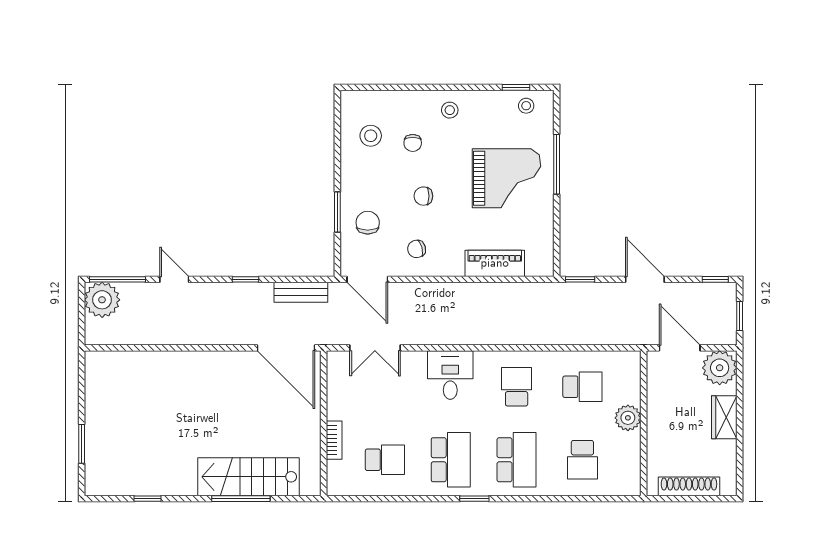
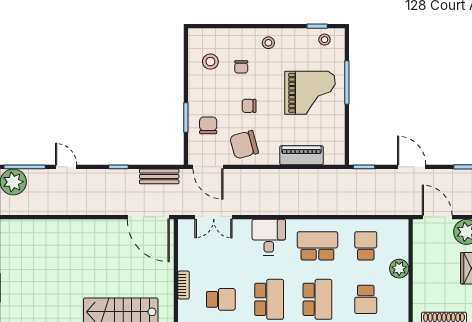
chair: (417, 249) -> (244, 145), width x1.87, depth x1.87
school desk: (517, 387) -> (317, 246), width x1.85
school desk: (582, 387) -> (366, 246), turned -90

